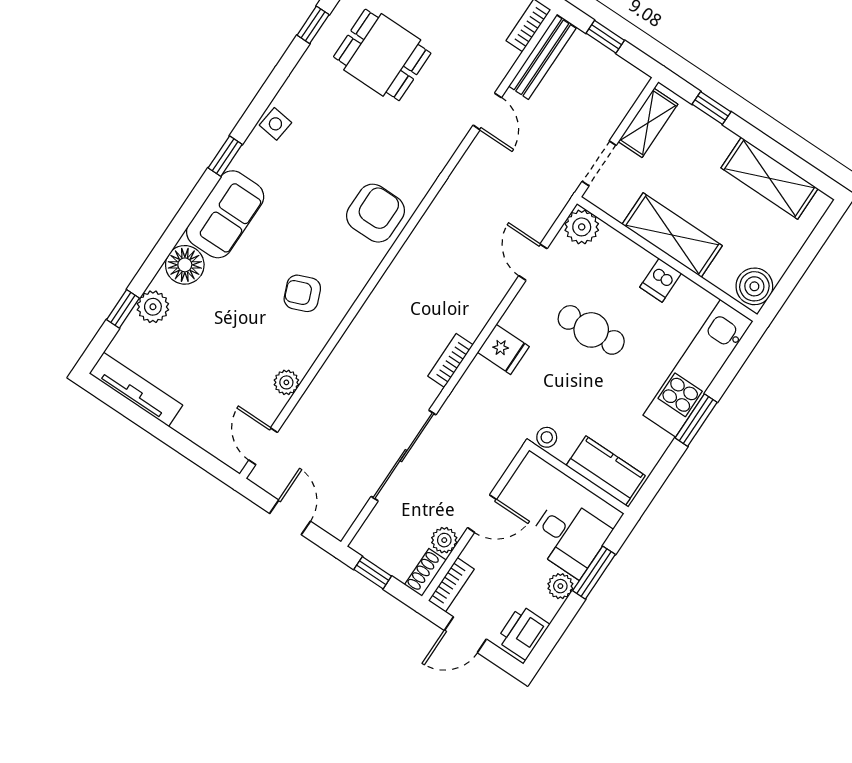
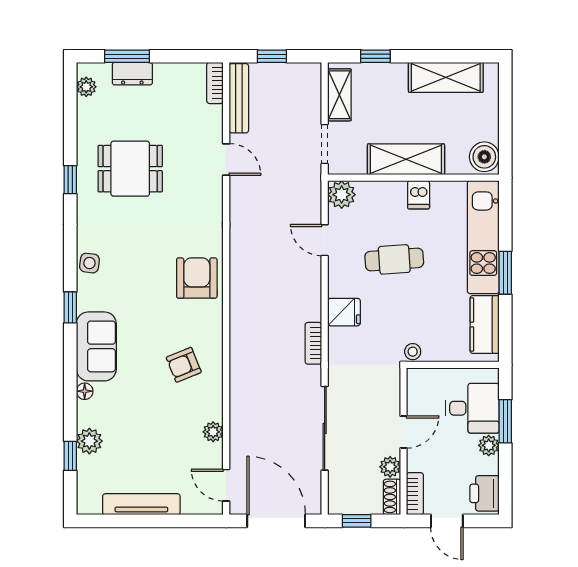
floor lamp: (185, 265) -> (85, 391), width x0.53, depth x0.53
tv unit: (136, 389) -> (141, 504), moved
kitchen counter: (606, 471) -> (485, 325), moved, turned -90
door: (290, 517) -> (276, 521), width x1.88
door: (465, 635) -> (447, 521), hinge flipped

